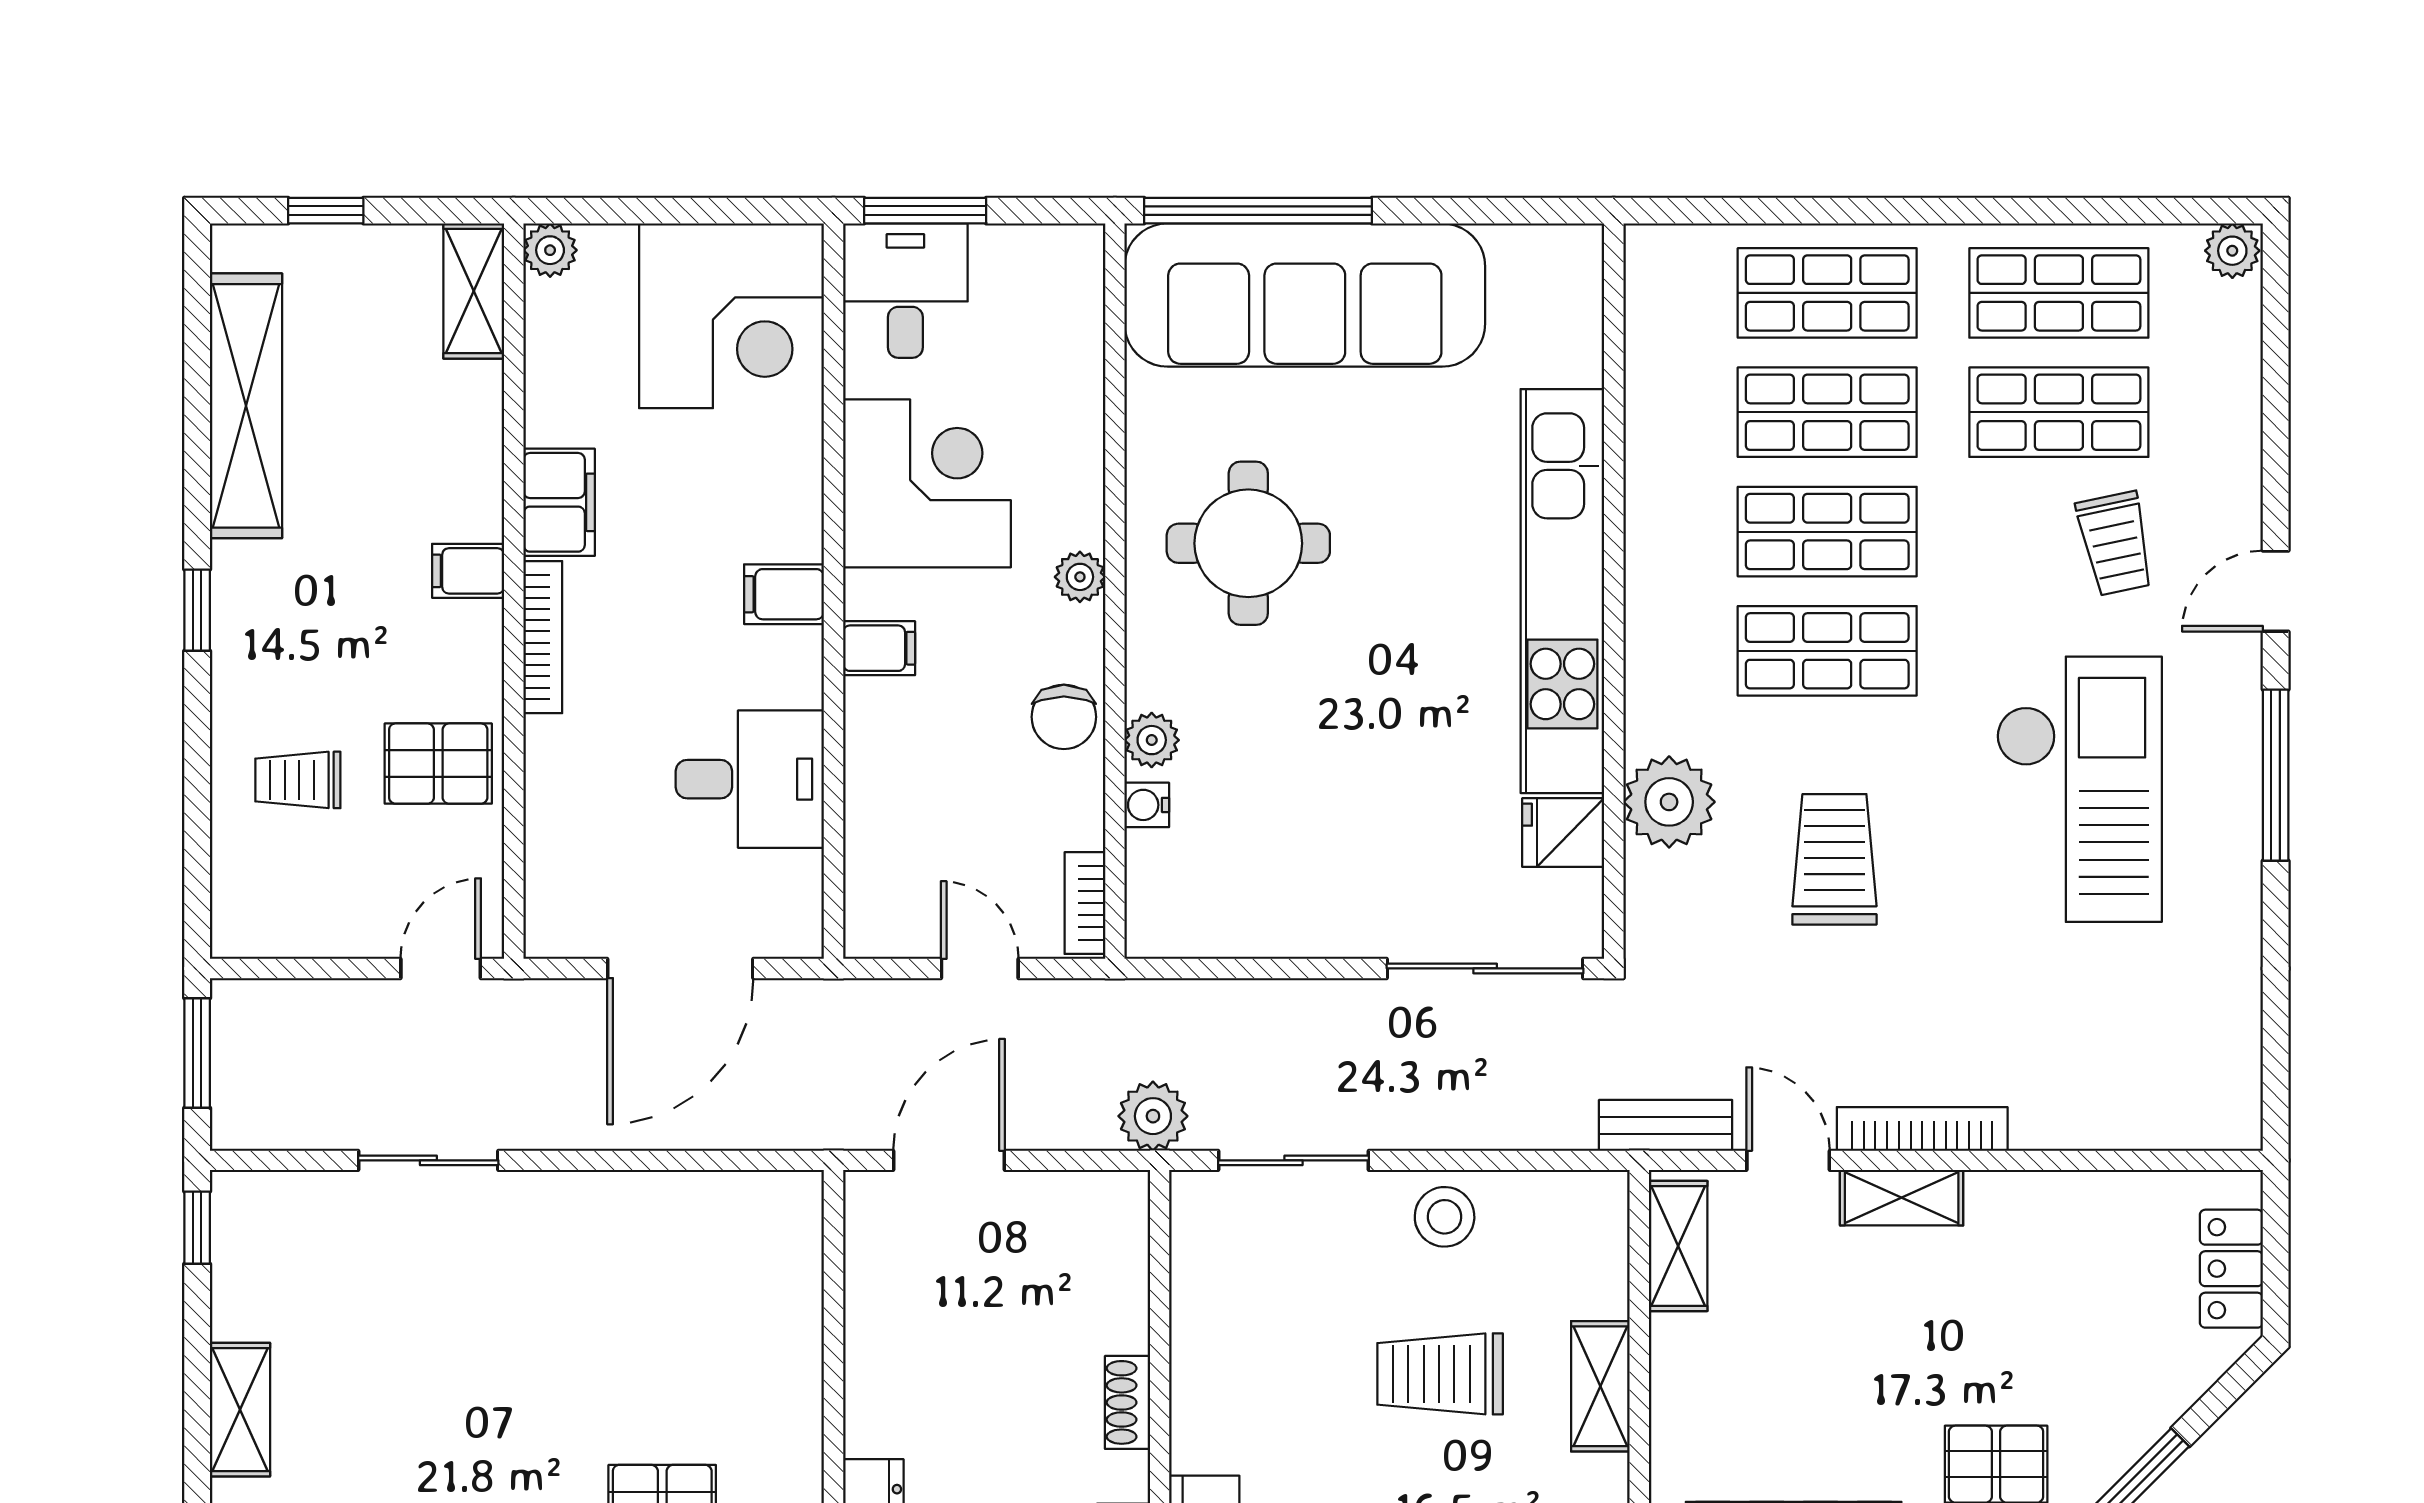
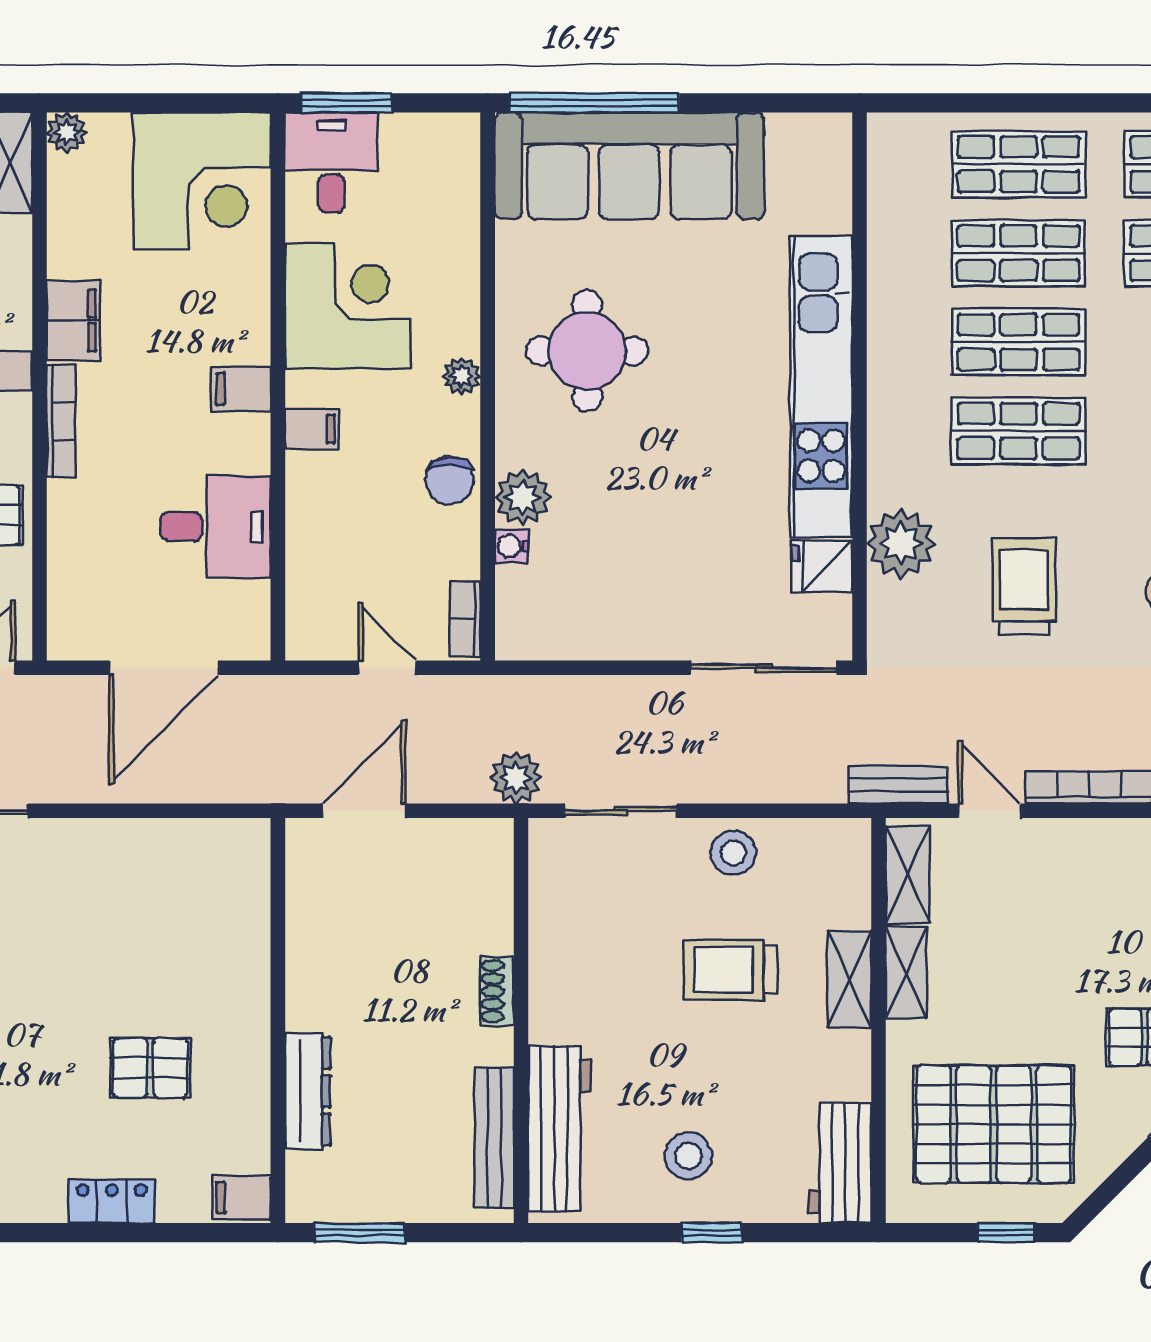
plant: (1152, 740) -> (523, 497), width x1.38, depth x1.38
shelving: (1902, 1198) -> (906, 973), moved, turned 90

